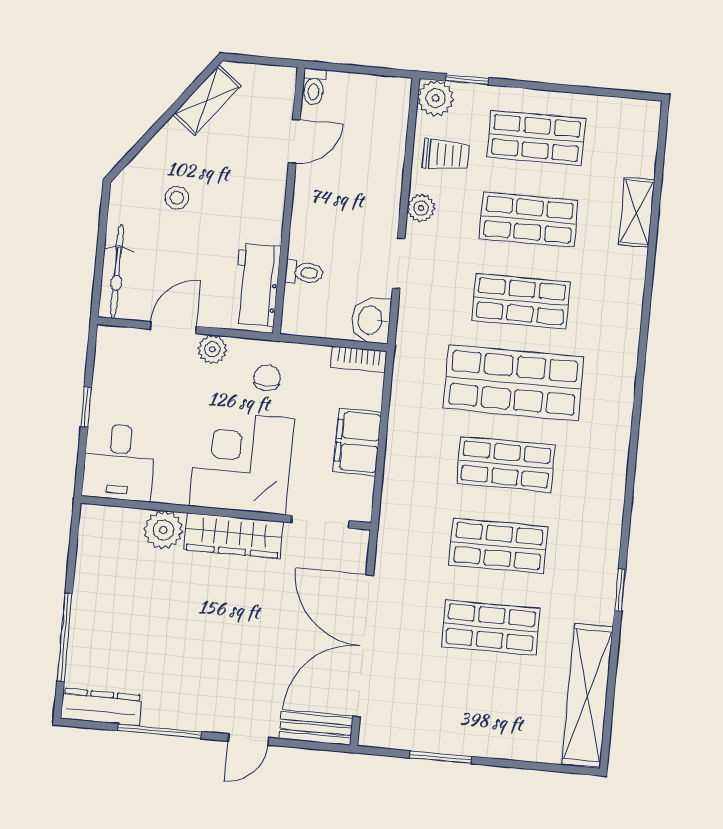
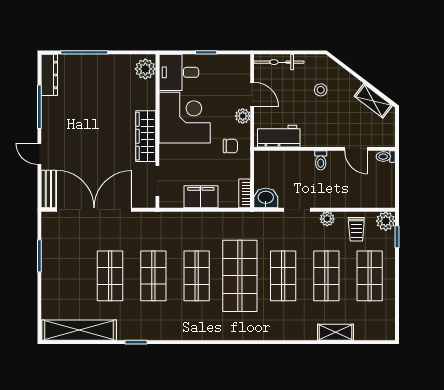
toilet: (304, 272) -> (321, 160), moved
corner desk: (241, 462) -> (185, 118), moved
plant: (163, 530) -> (145, 69), moved

